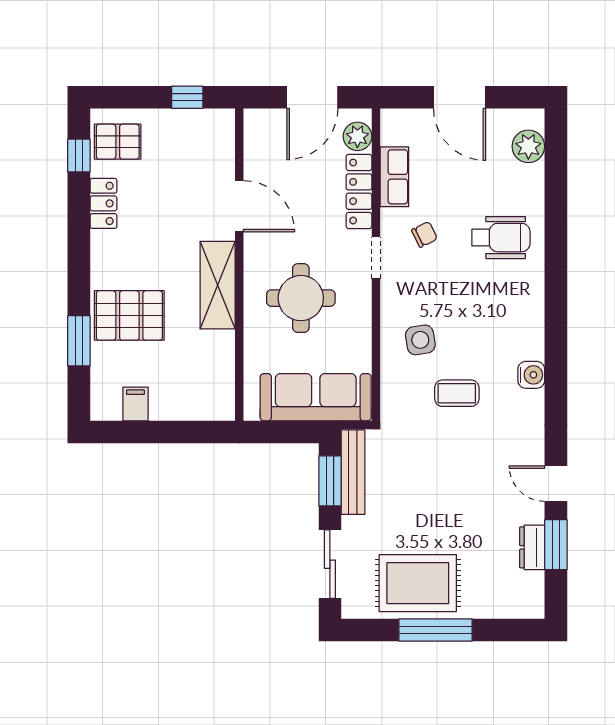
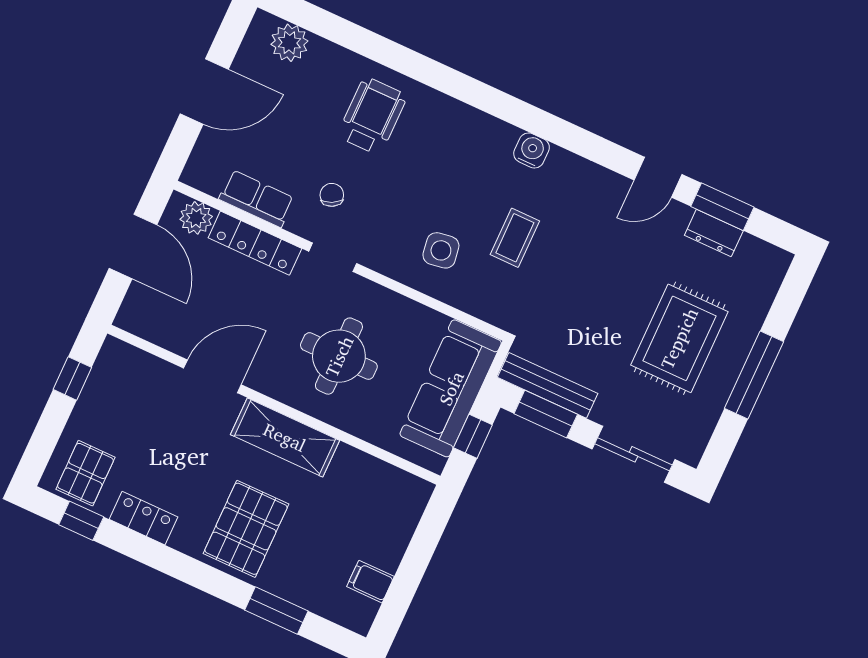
pallet: (129, 315) -> (246, 529), moved
window: (286, 432) -> (473, 436), added
rug: (418, 583) -> (679, 338), moved

